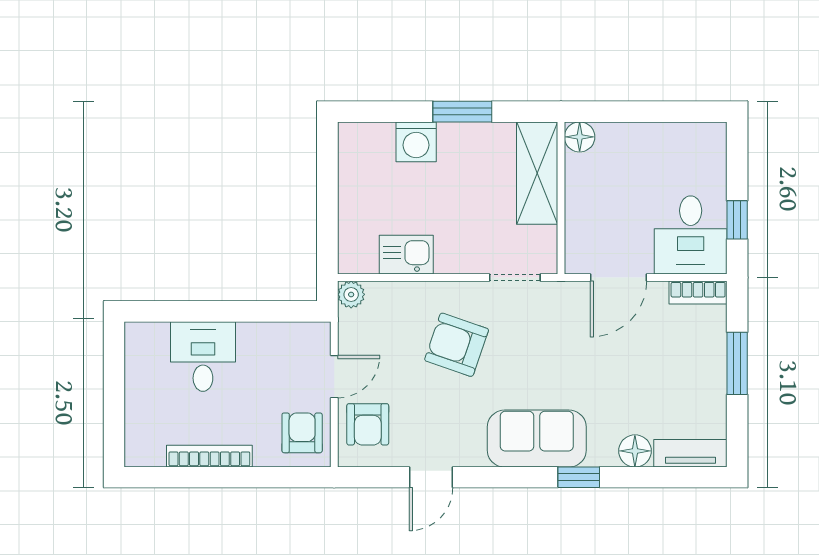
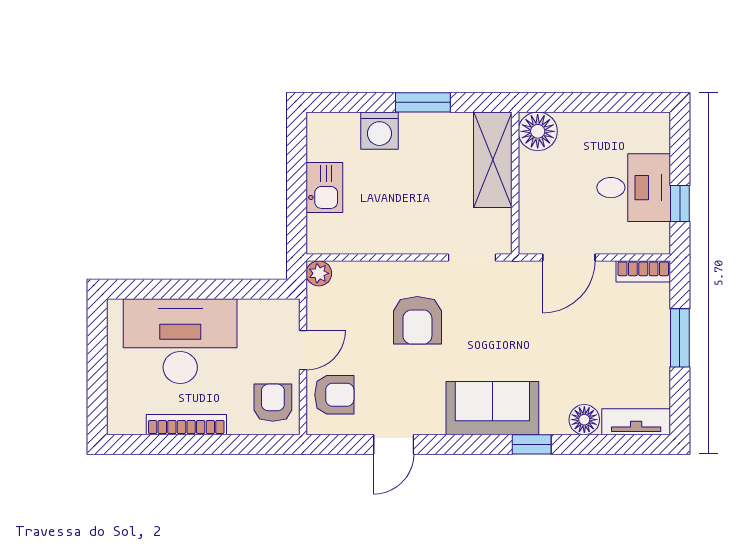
floor lamp: (580, 137) -> (538, 131), width x1.38, depth x1.38
desk: (691, 235) -> (634, 188), moved, turned -90
kitchen sink: (406, 255) -> (324, 187), moved, turned 90
armchair: (457, 345) -> (417, 320), turned -109
desk: (203, 356) -> (180, 341), width x1.87, depth x1.30
armchair: (368, 424) -> (334, 395), turned -90

